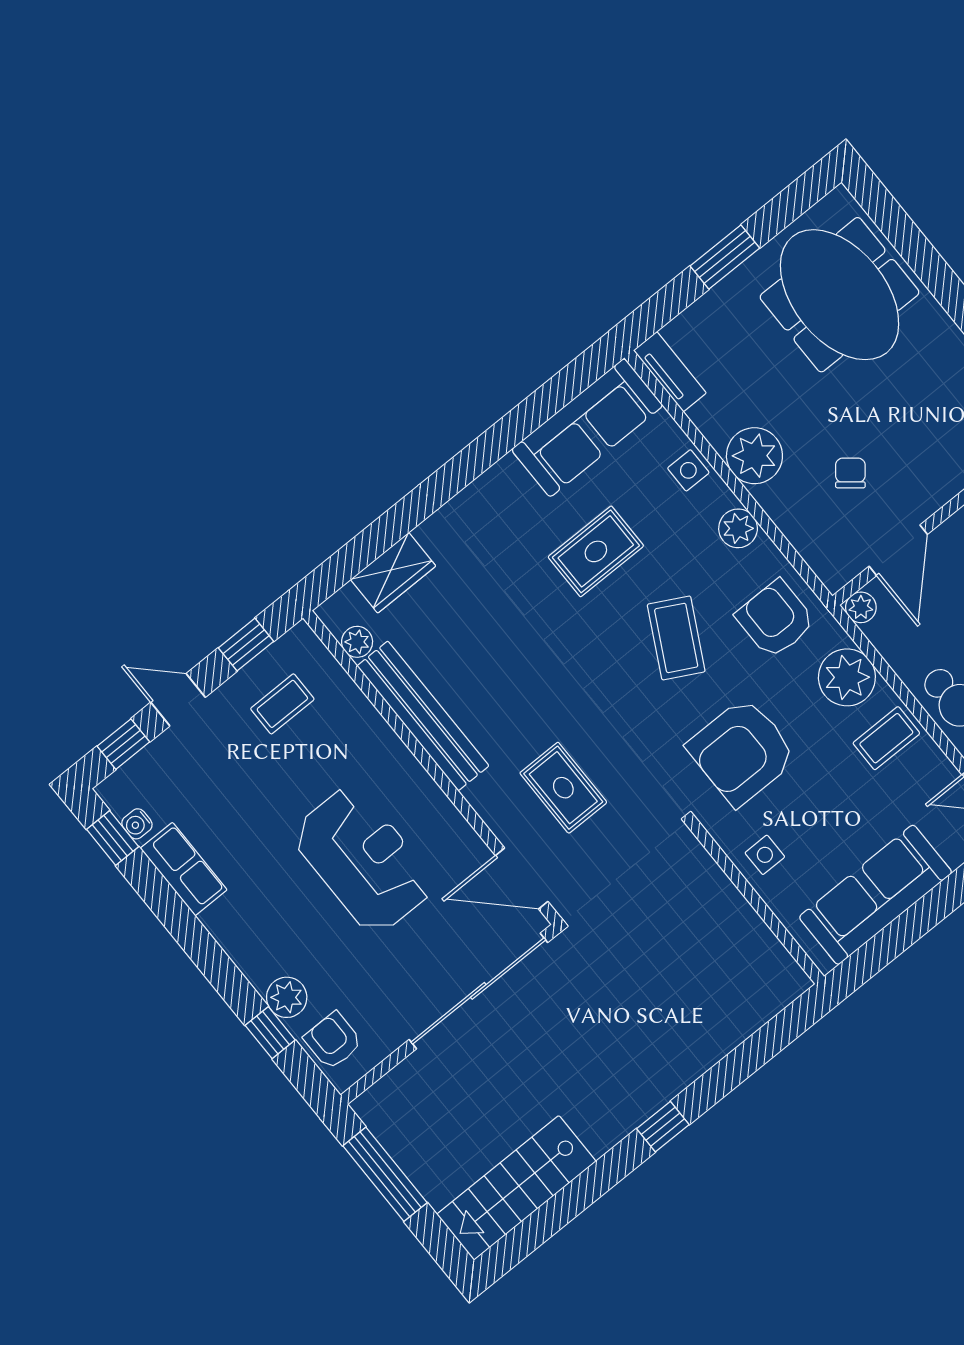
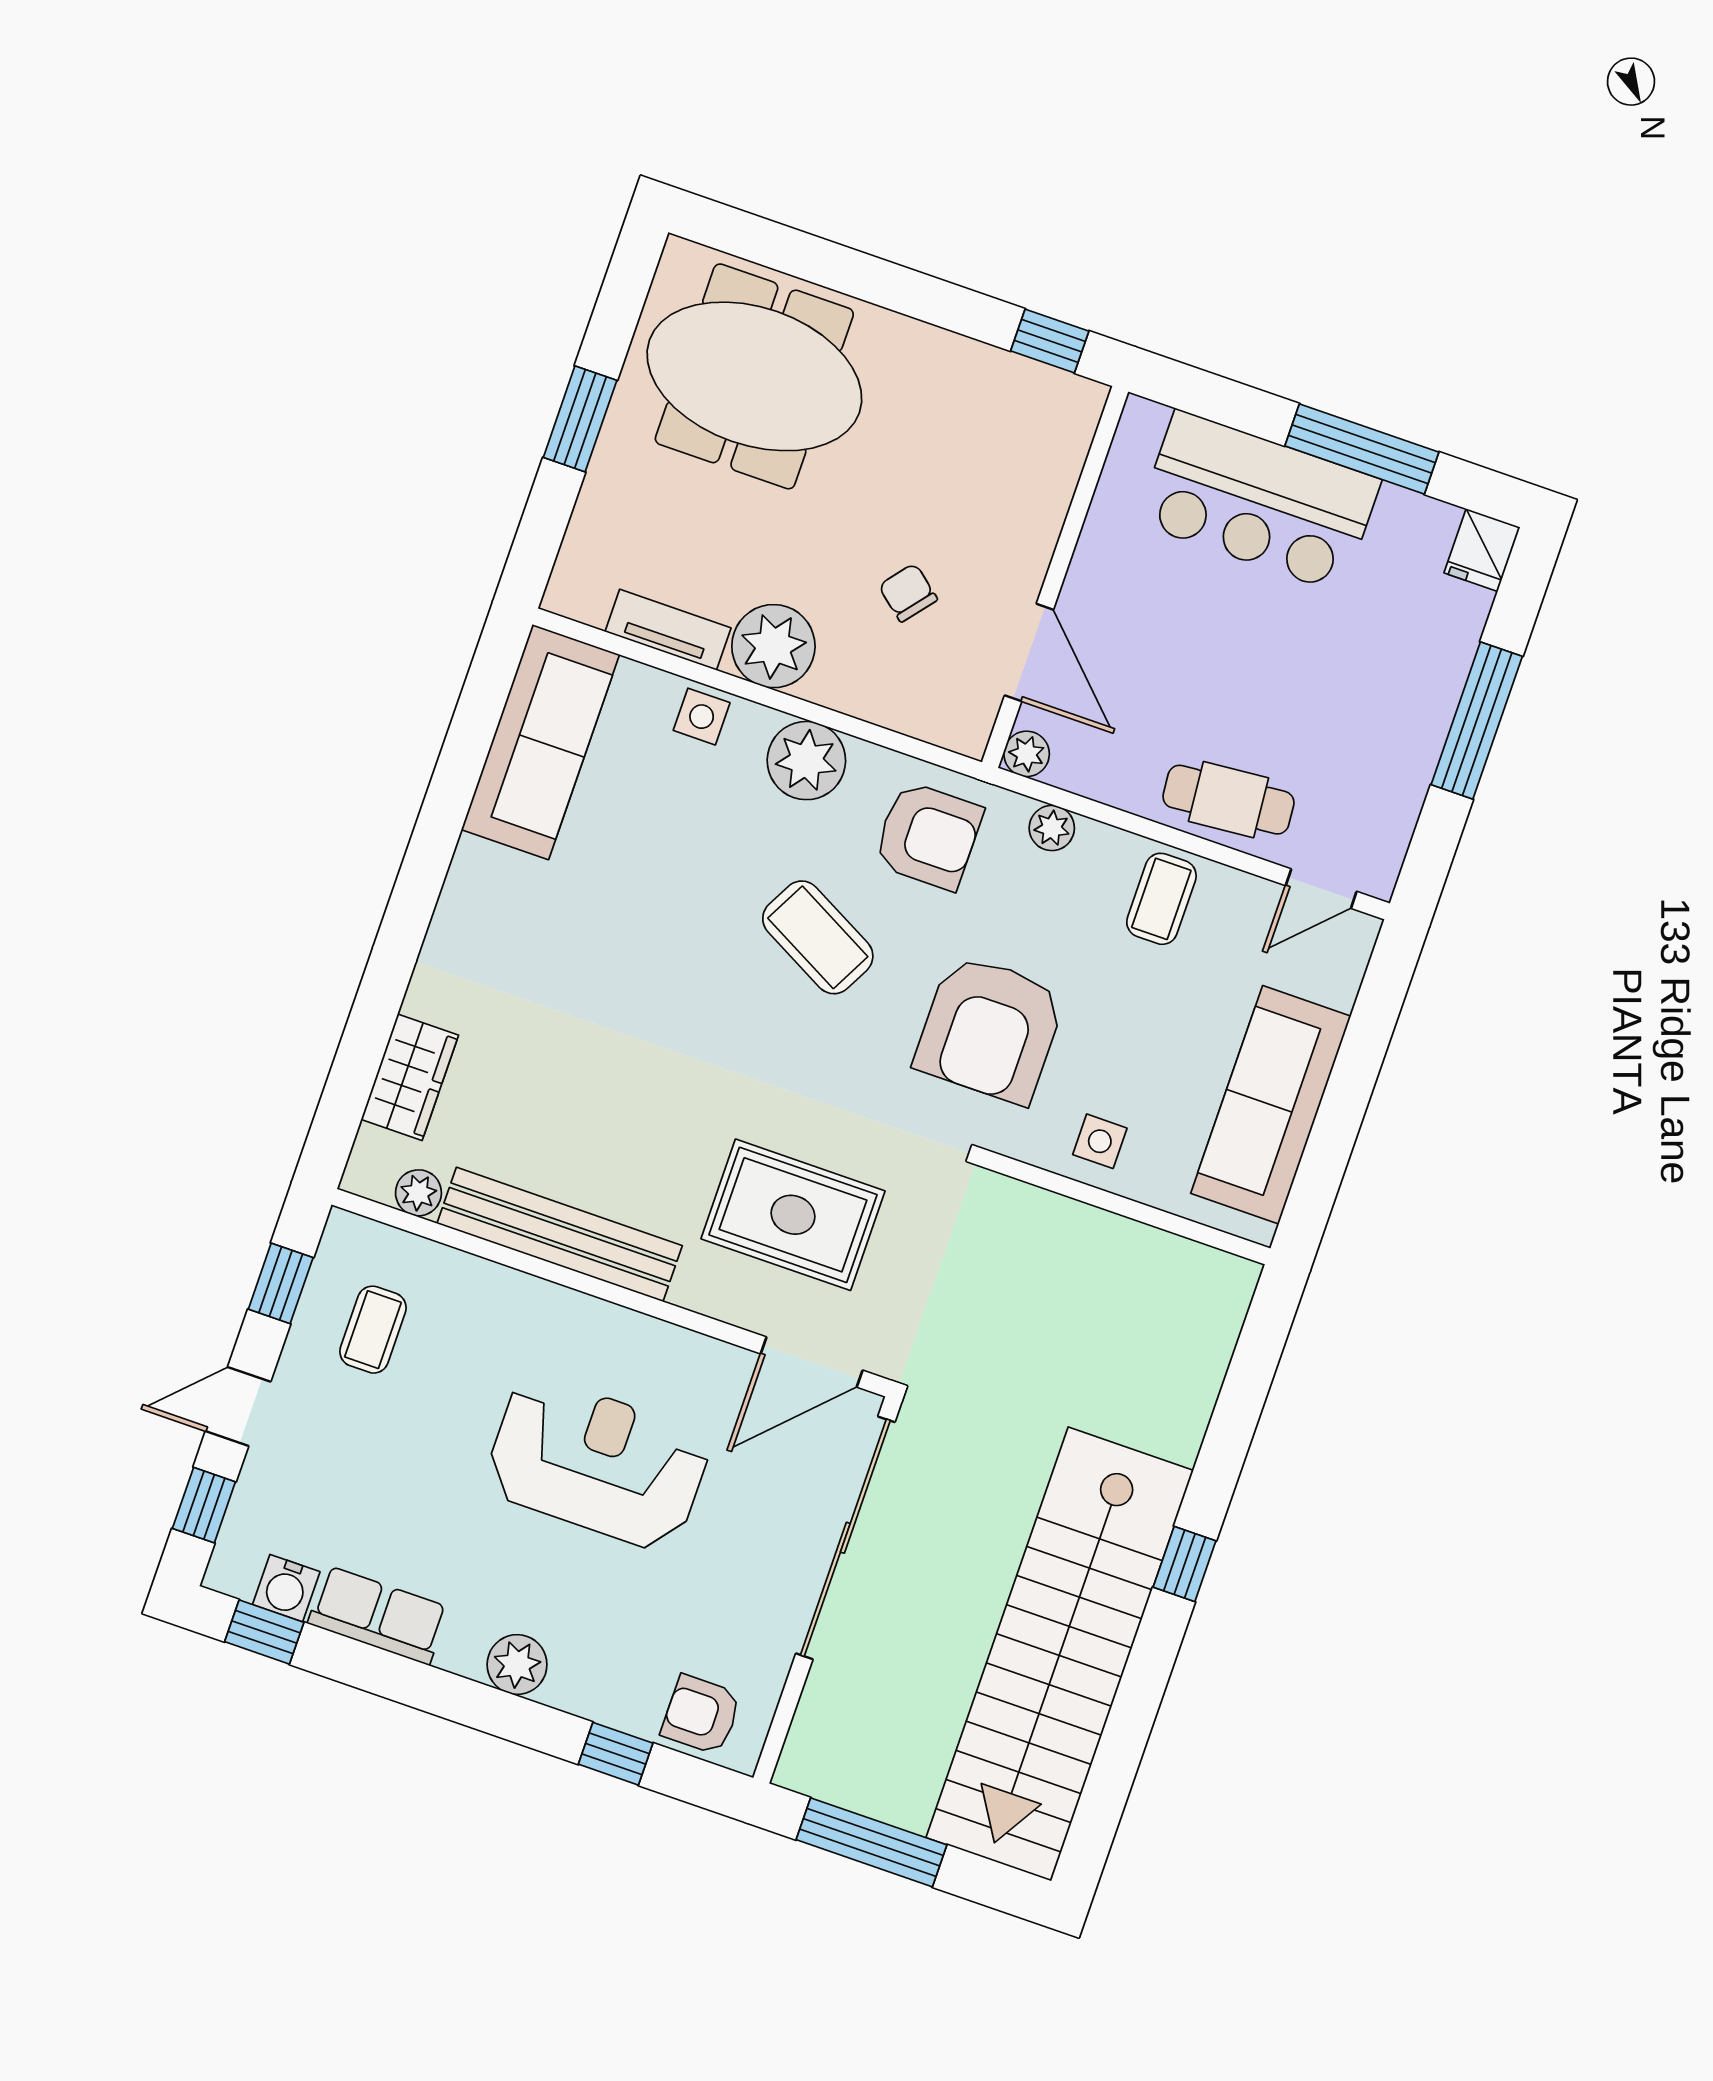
tv unit: (670, 372) -> (668, 630), moved
plant: (738, 528) -> (806, 761), width x1.36, depth x1.36
rug: (596, 551) -> (649, 891), removed
armchair: (775, 619) -> (928, 836), turned 180
plant: (847, 677) -> (1052, 828), width x0.53, depth x0.53
rug: (563, 788) -> (793, 1215), width x1.36, depth x1.43
water cooler: (137, 824) -> (286, 1588), width x1.38, depth x1.38
plant: (287, 997) -> (517, 1665), moved
stairs: (516, 1188) -> (1060, 1654), width x1.86, depth x1.51

